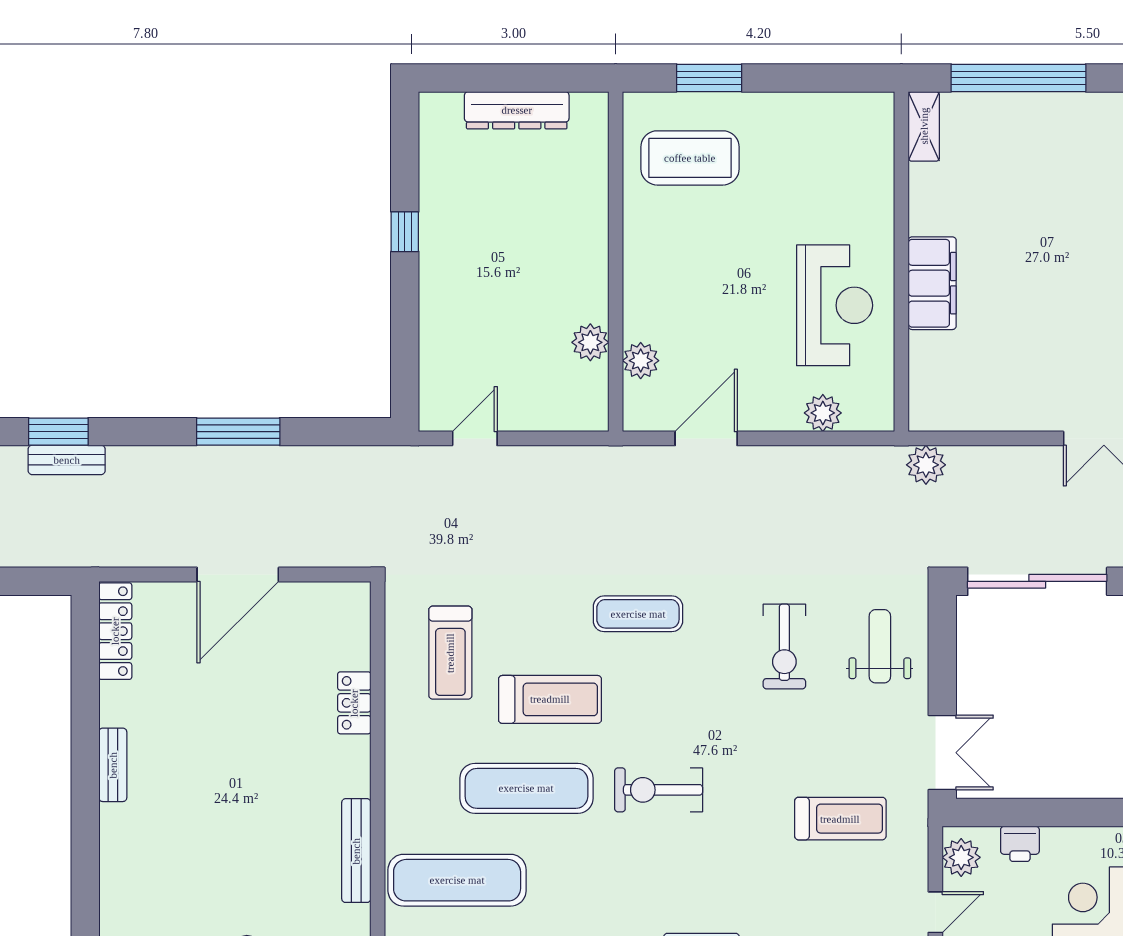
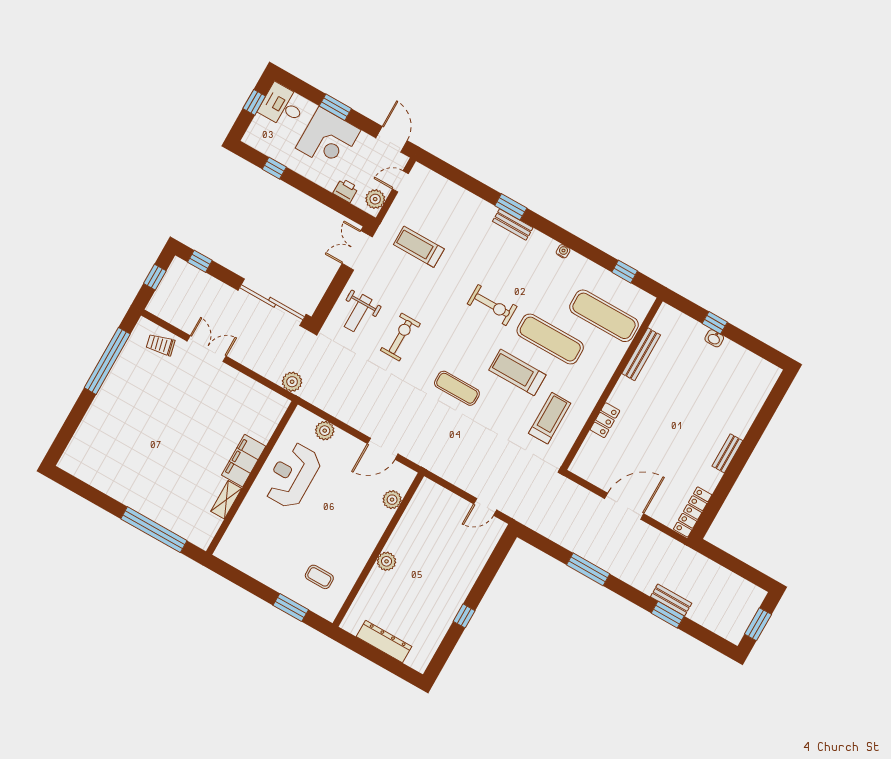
shelving: (924, 126) -> (226, 500), moved
coffee table: (690, 158) -> (319, 577), width x0.54, depth x0.58
plant: (590, 342) -> (387, 561), moved

